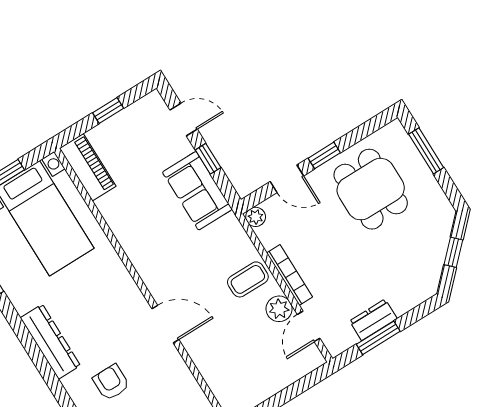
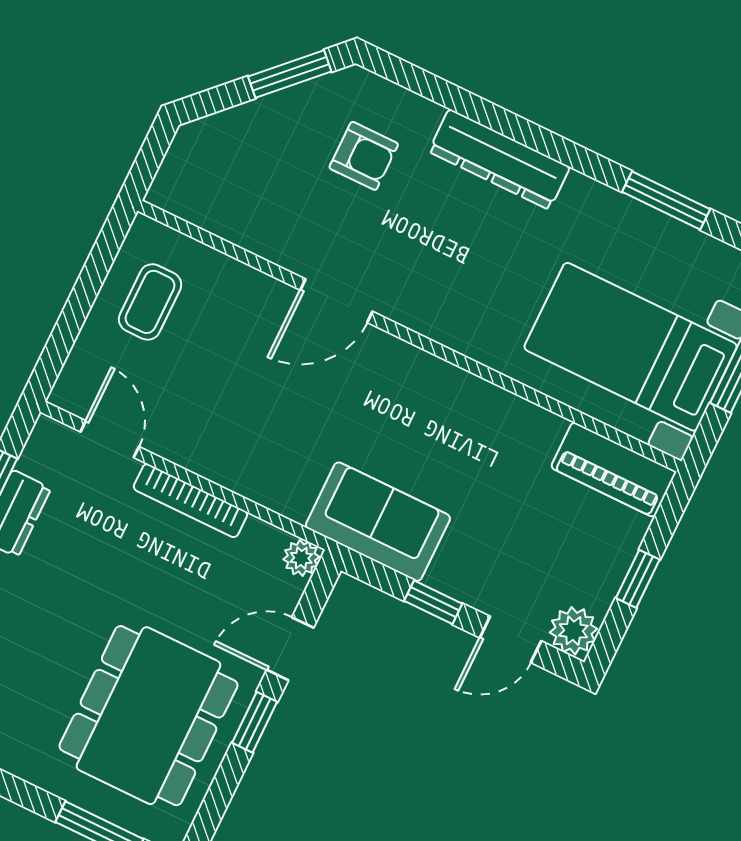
dining table: (371, 189) -> (148, 716), width x1.38
sofa: (197, 191) -> (378, 522), moved
coffee table: (248, 279) -> (150, 302), moved
plant: (279, 309) -> (573, 631), moved

